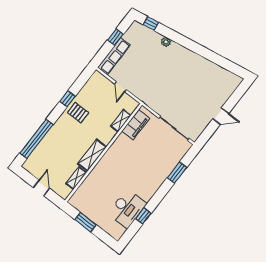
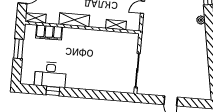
filing cabinet: (136, 125) -> (49, 32), moved
window: (177, 173) -> (104, 95), removed
shelving: (76, 178) -> (35, 18), moved

